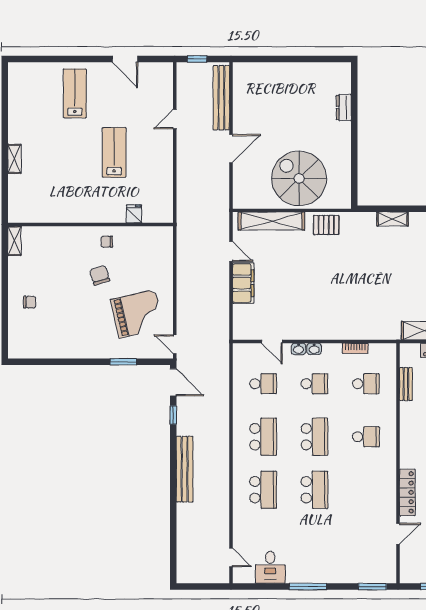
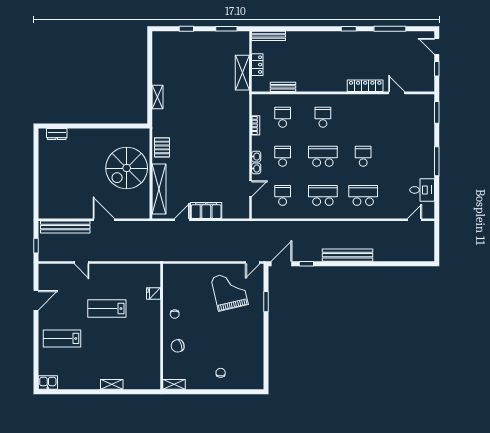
kitchen sink: (17, 75) -> (48, 382), added
dresser: (344, 108) -> (57, 134), moved
chair: (100, 275) -> (178, 346), moved
school desk: (314, 490) -> (363, 156), width x0.54

